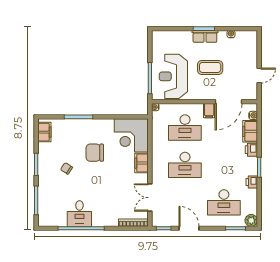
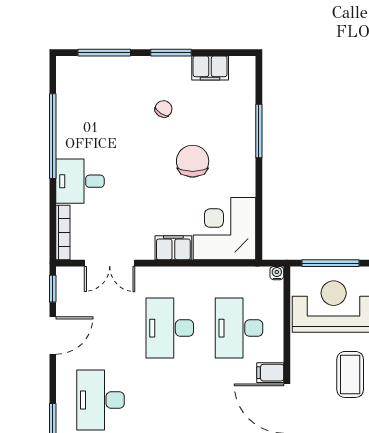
filing cabinet: (44, 132) -> (210, 68), moved
double door: (150, 198) -> (110, 263), swing flipped
desk: (79, 214) -> (80, 181), moved

